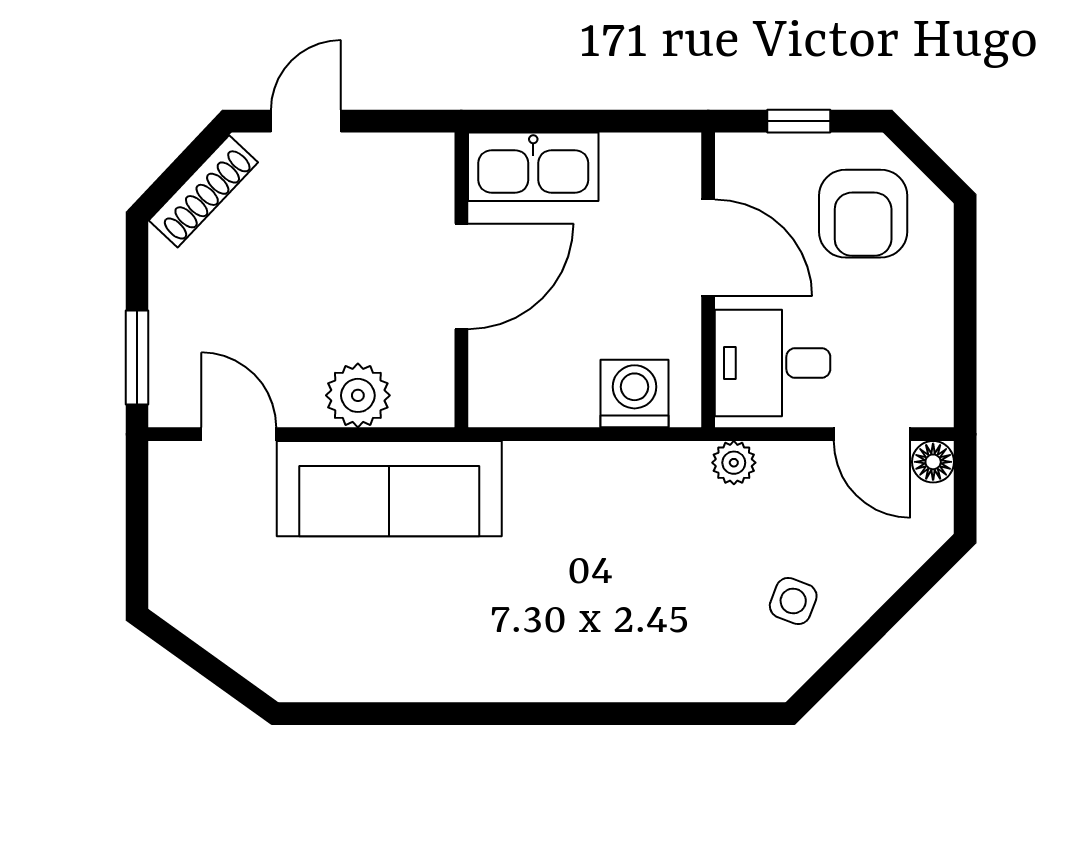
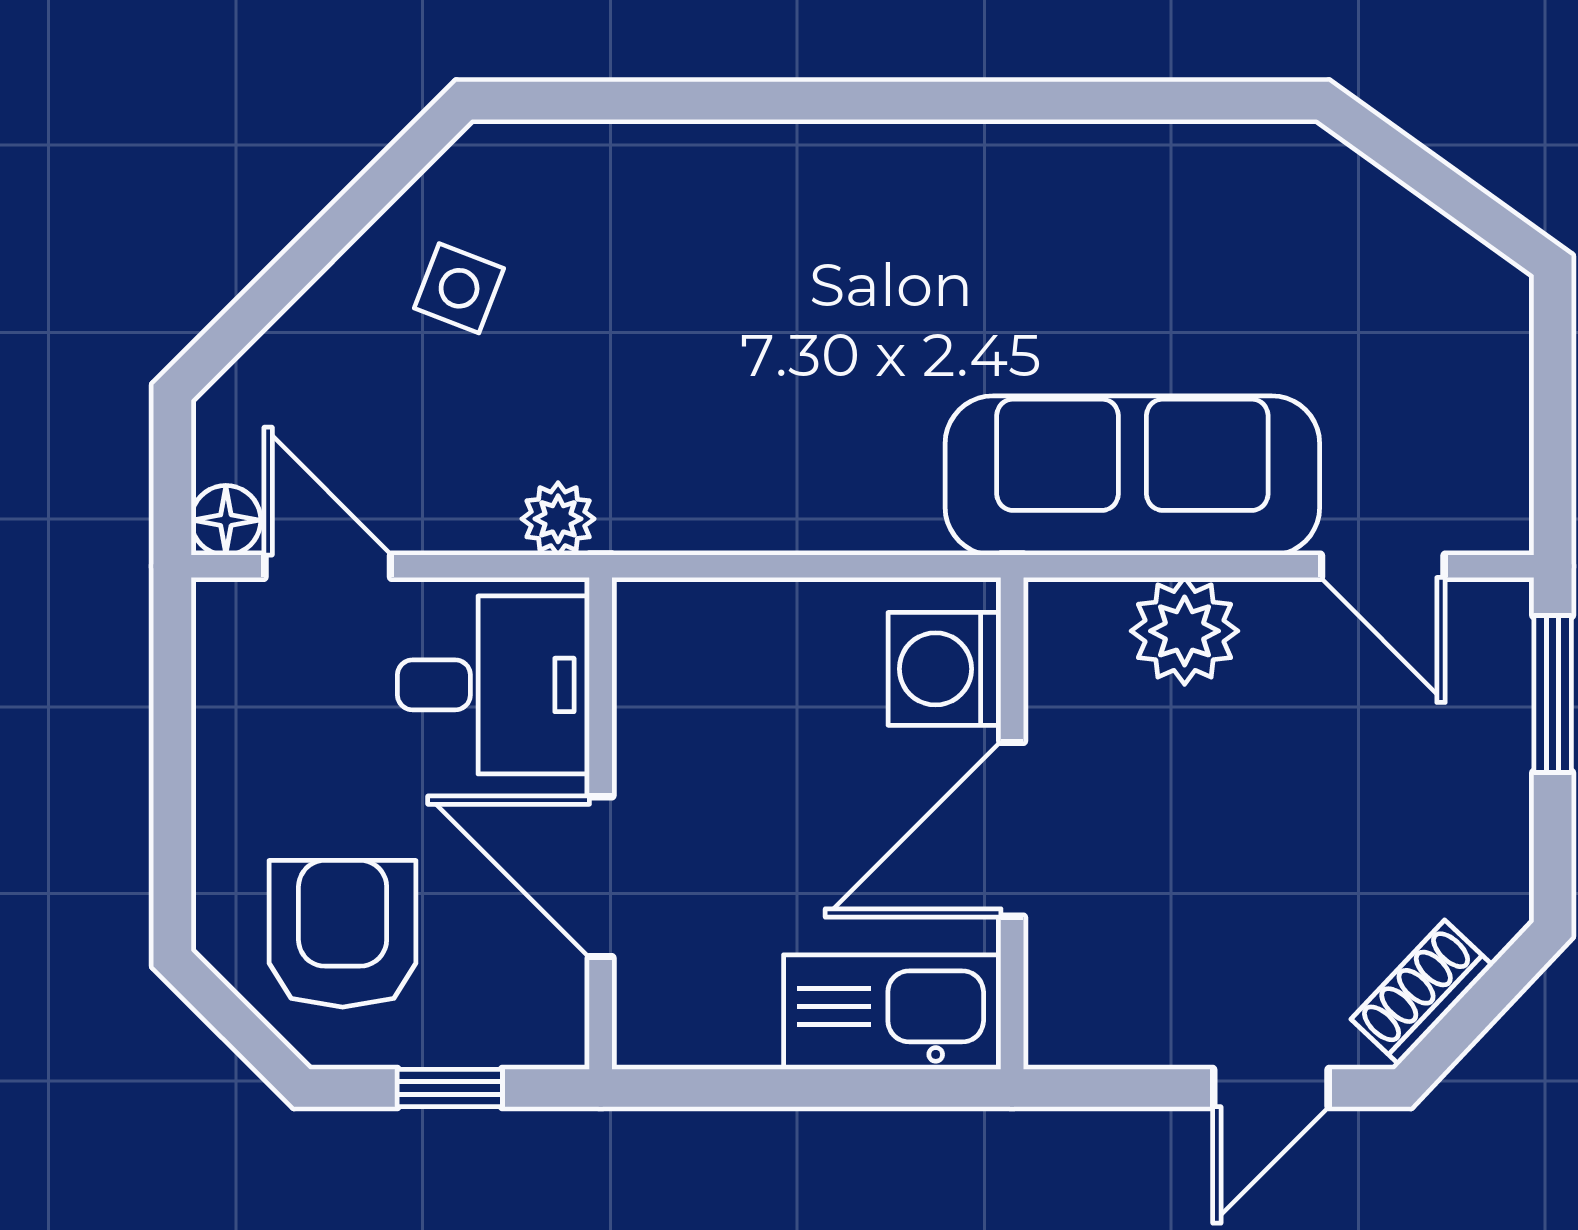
shoe rack: (203, 191) -> (1422, 992), width x0.70
washing machine: (635, 394) -> (944, 669), moved, turned 90

